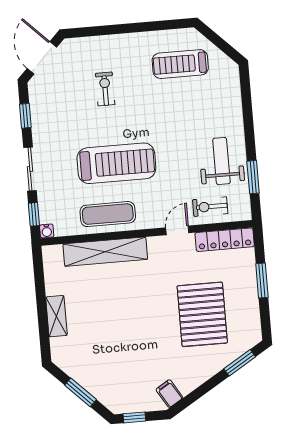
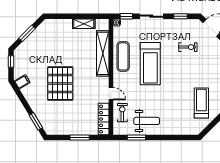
exercise bike: (105, 89) -> (188, 47), moved
pallet: (202, 314) -> (60, 83), moved, turned 90
shelving: (56, 316) -> (84, 24), moved

